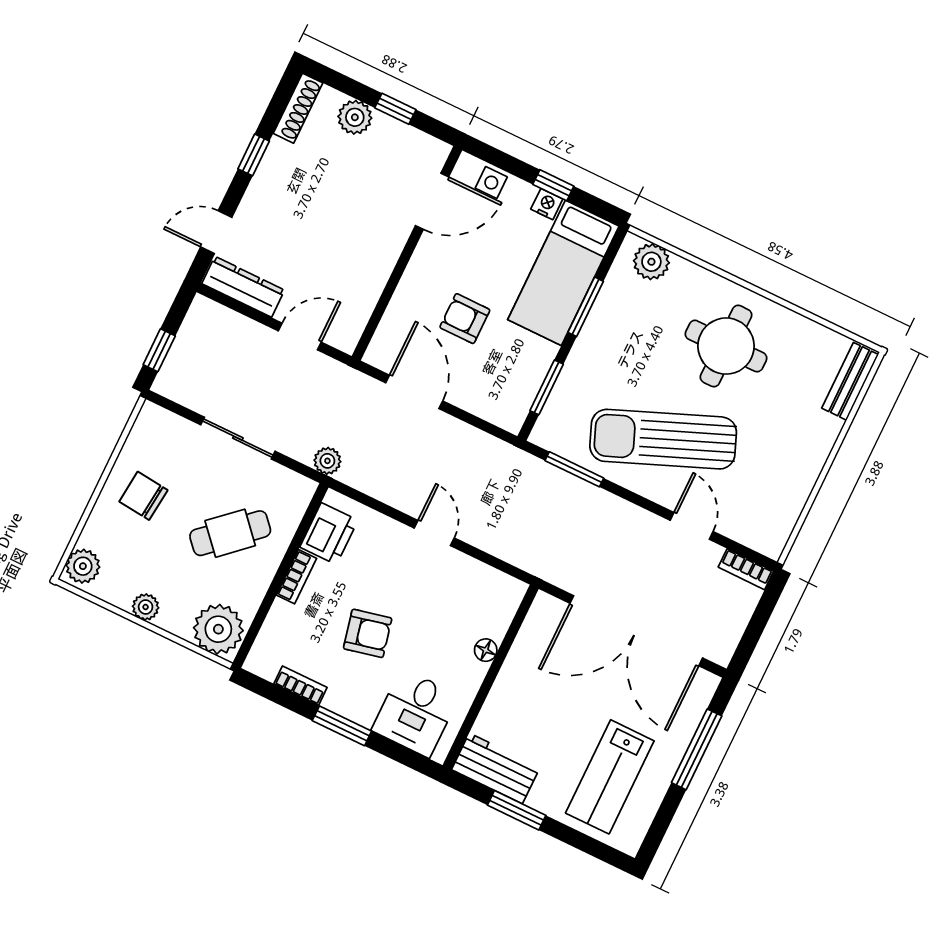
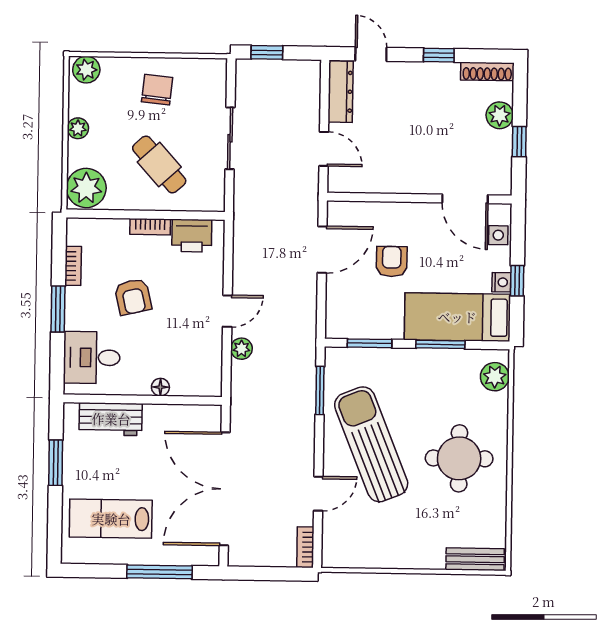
plant: (327, 461) -> (241, 349), moved
workbench: (496, 768) -> (111, 419), moved, turned 90

